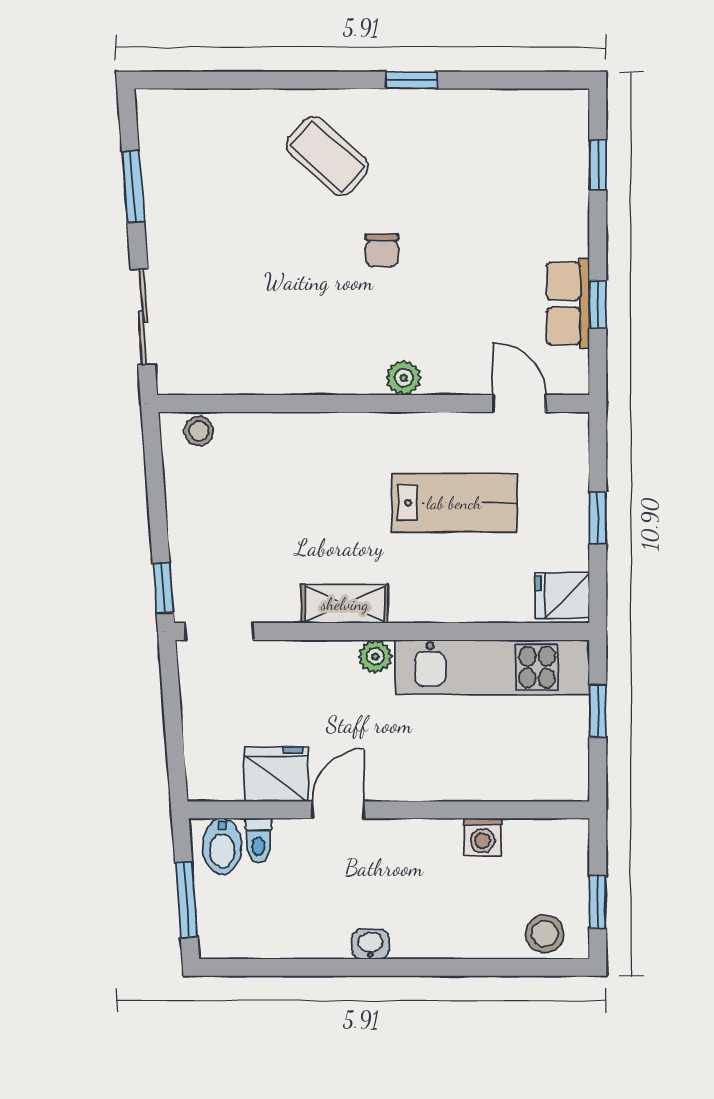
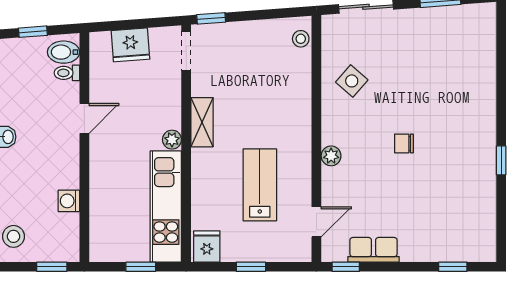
coffee table: (327, 156) -> (458, 112), removed
window: (598, 304) -> (346, 267), moved
side table: (273, 342) -> (352, 81), added
lab bench: (454, 503) -> (260, 185), turned 180
fridge: (276, 774) -> (130, 45), moved, turned 86
door: (338, 810) -> (84, 118), hinge flipped
window: (186, 900) -> (33, 32), width x0.67
window: (598, 902) -> (52, 267), moved

